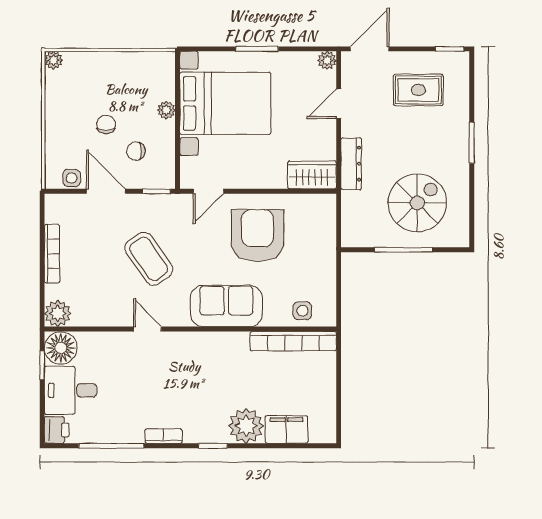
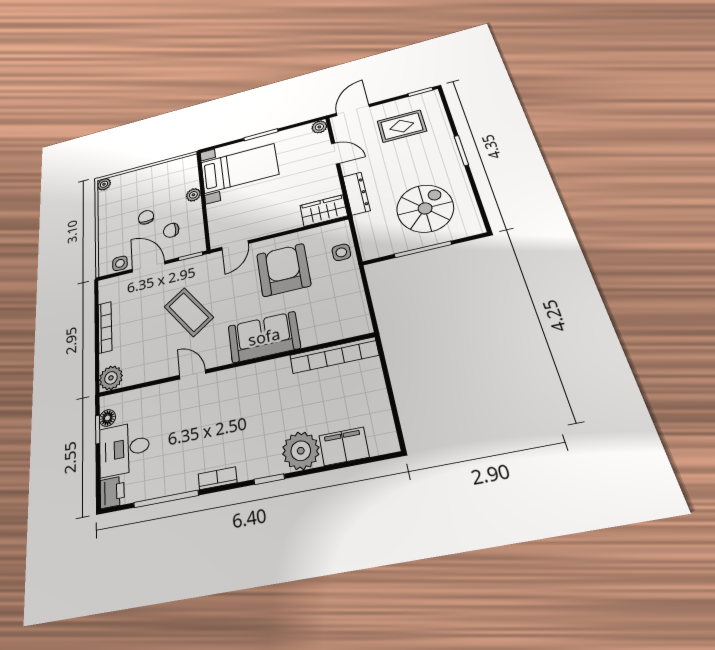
bed with nightstands: (225, 103) -> (239, 168), width x0.73
door: (339, 104) -> (335, 153), swing flipped
side table: (302, 311) -> (341, 252), moved
floor lamp: (61, 348) -> (107, 418), width x0.53, depth x0.53

